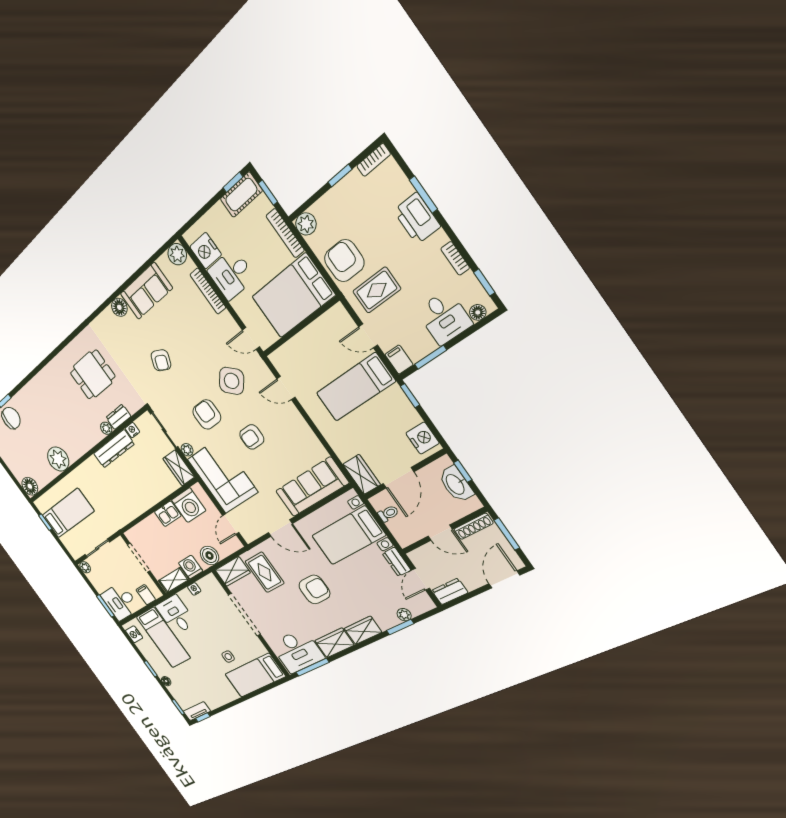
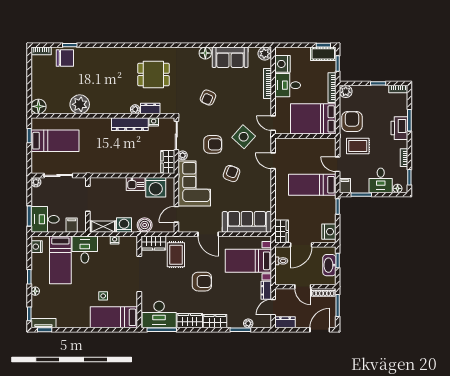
armchair: (207, 415) -> (213, 144), turned 90
armchair: (252, 437) -> (232, 174), turned 111

